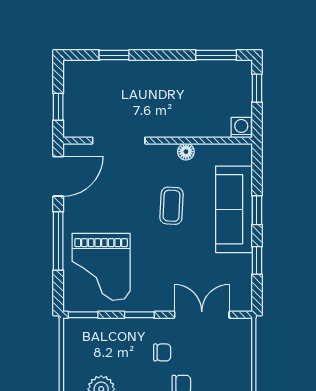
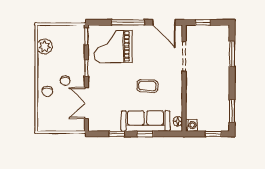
window: (114, 55) -> (232, 54), width x1.50
floor lamp: (186, 152) -> (178, 121), moved
double door: (202, 315) -> (86, 103), swing flipped

